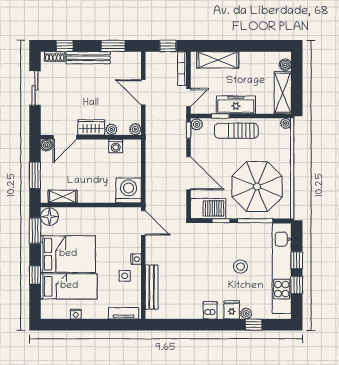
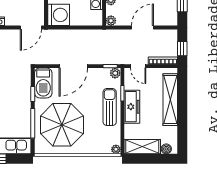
shelving: (218, 60) -> (170, 100), width x1.47

